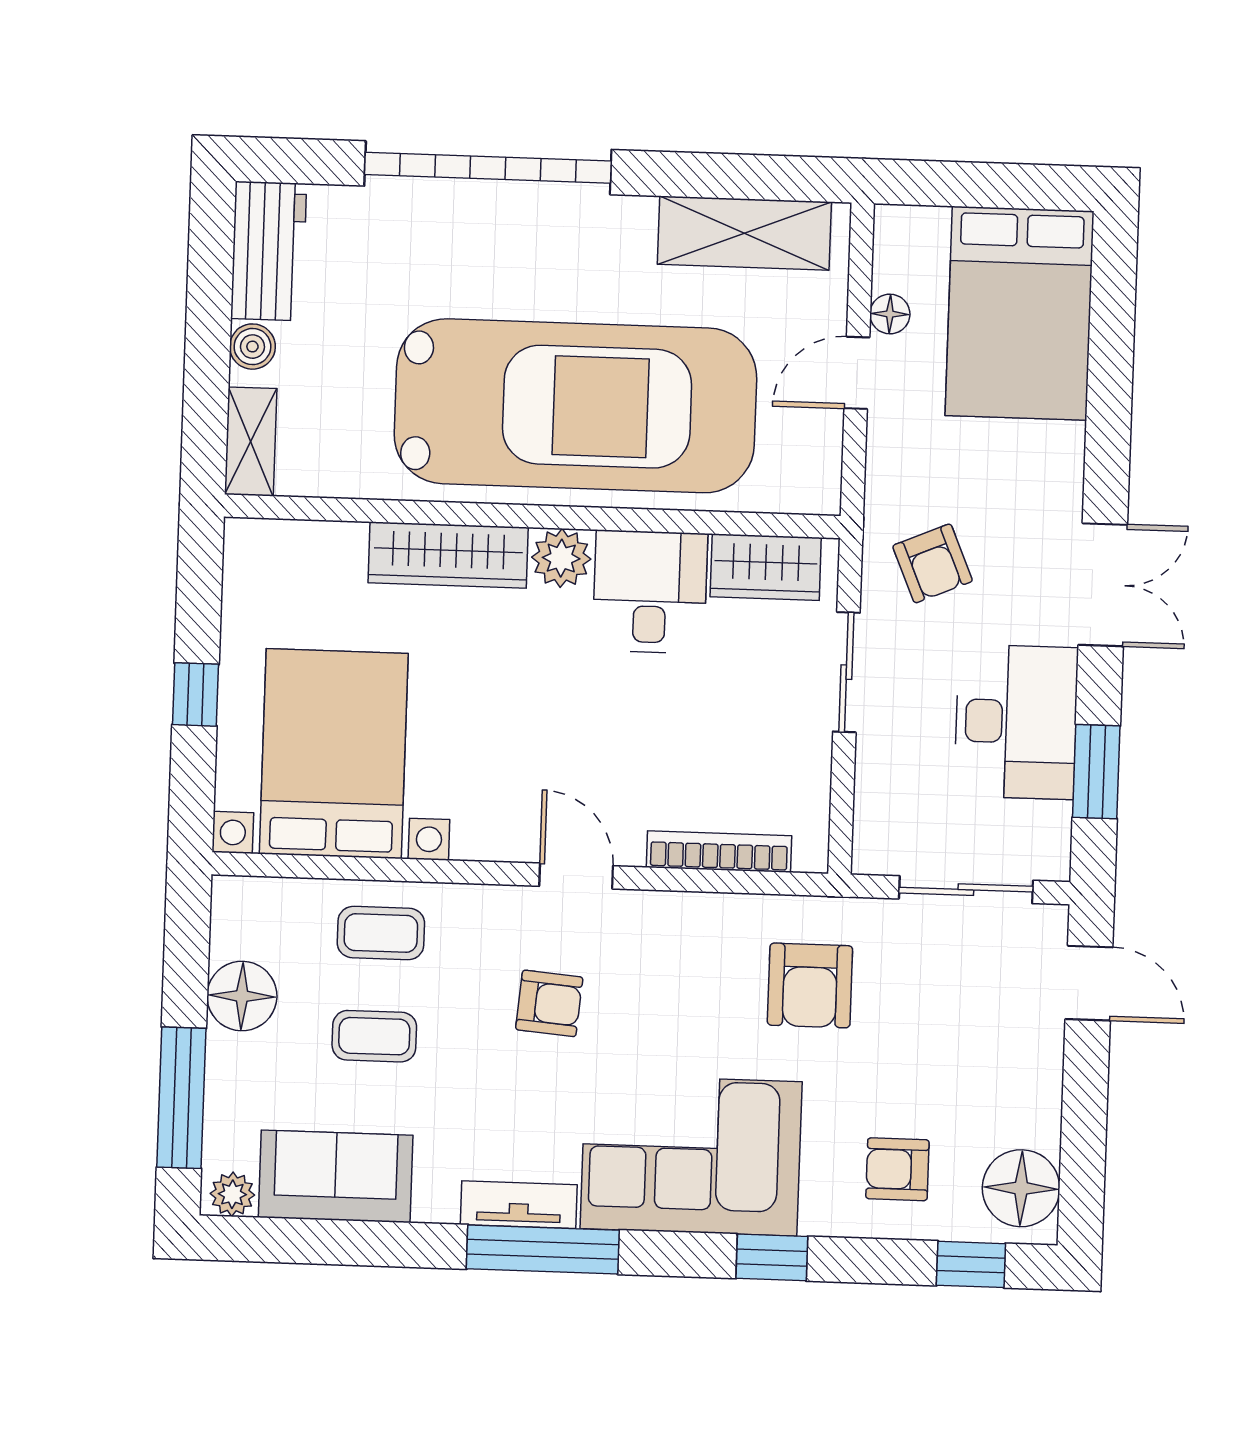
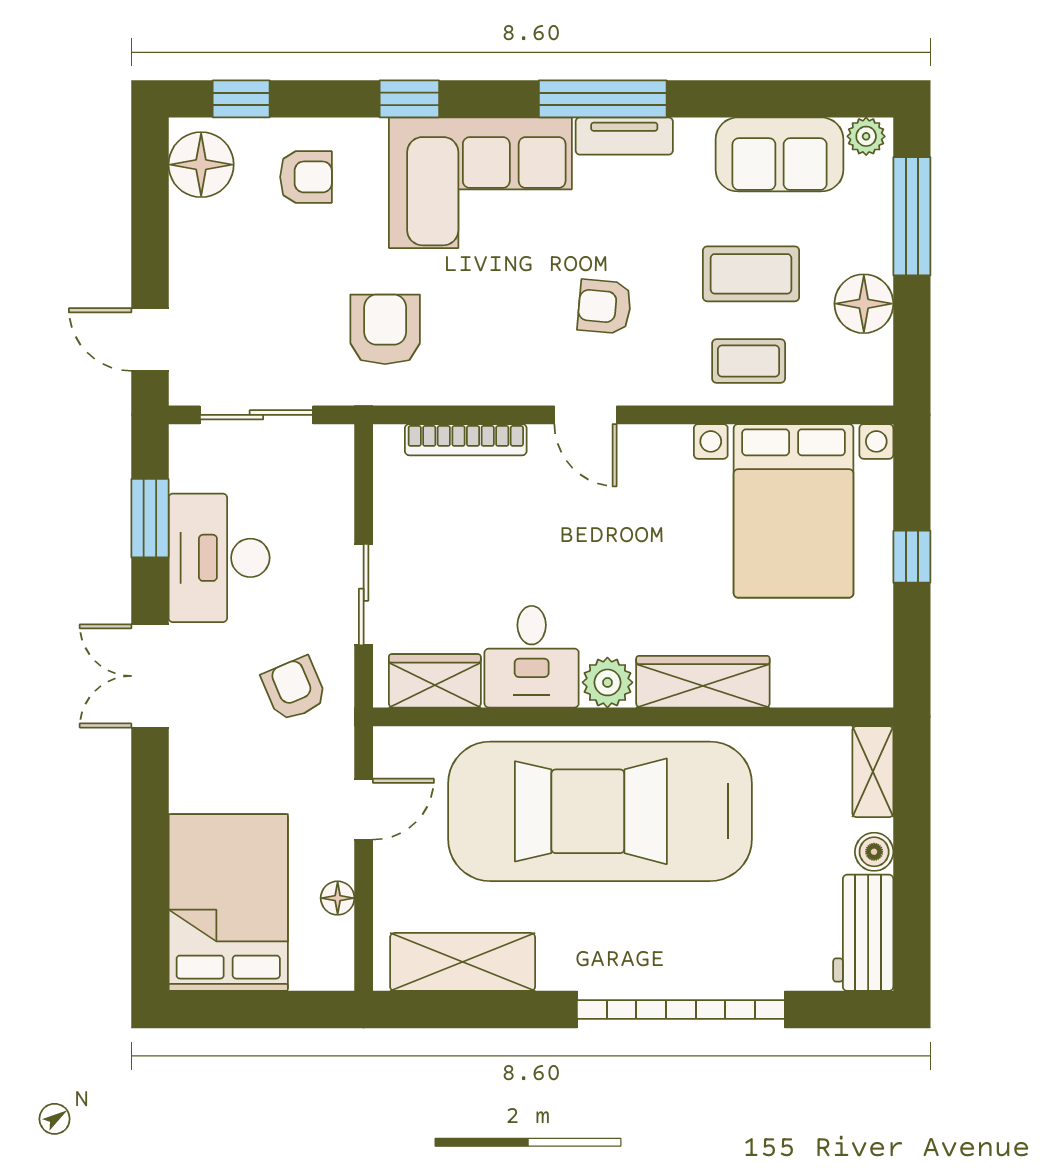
door: (857, 373) -> (364, 809), moved
coffee table: (374, 1036) -> (751, 274), width x1.36, depth x1.30

